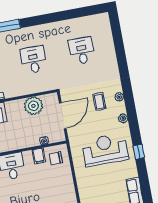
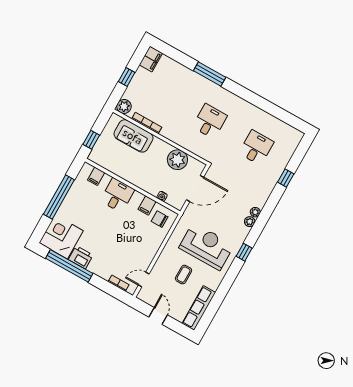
window: (121, 55) -> (286, 178), added
coffee table: (99, 102) -> (184, 275), moved
plant: (123, 118) -> (250, 222), moved
window: (139, 152) -> (244, 252), moved

